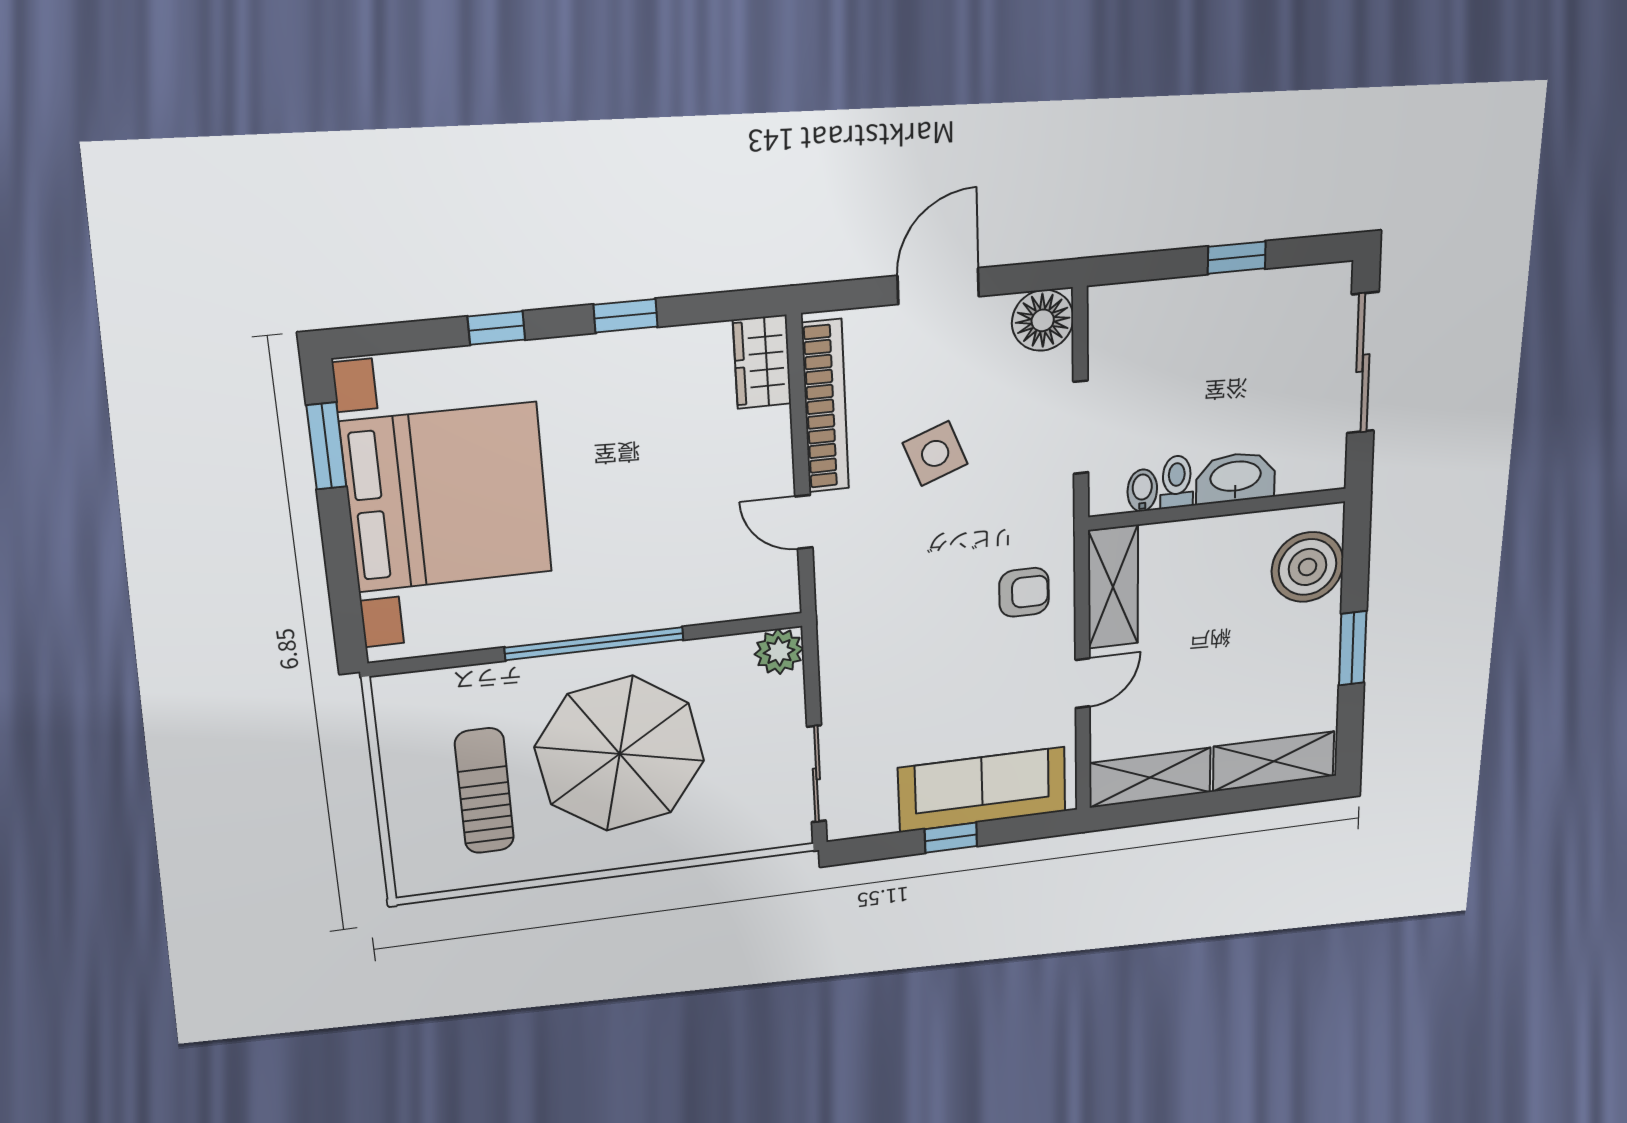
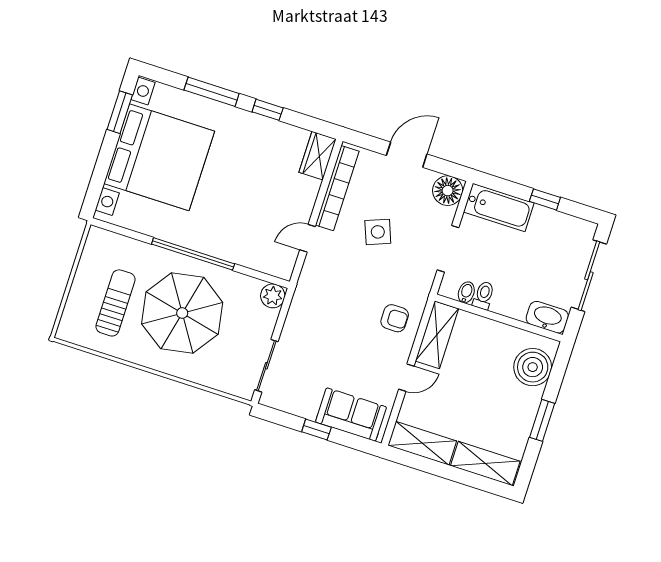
bathtub: (1152, 310) -> (499, 207), added
window: (496, 328) -> (212, 92), width x2.17
washbasin: (1236, 478) -> (547, 317), moved
door: (804, 522) -> (308, 238), hinge flipped
sofa: (982, 790) -> (351, 415), width x0.73

